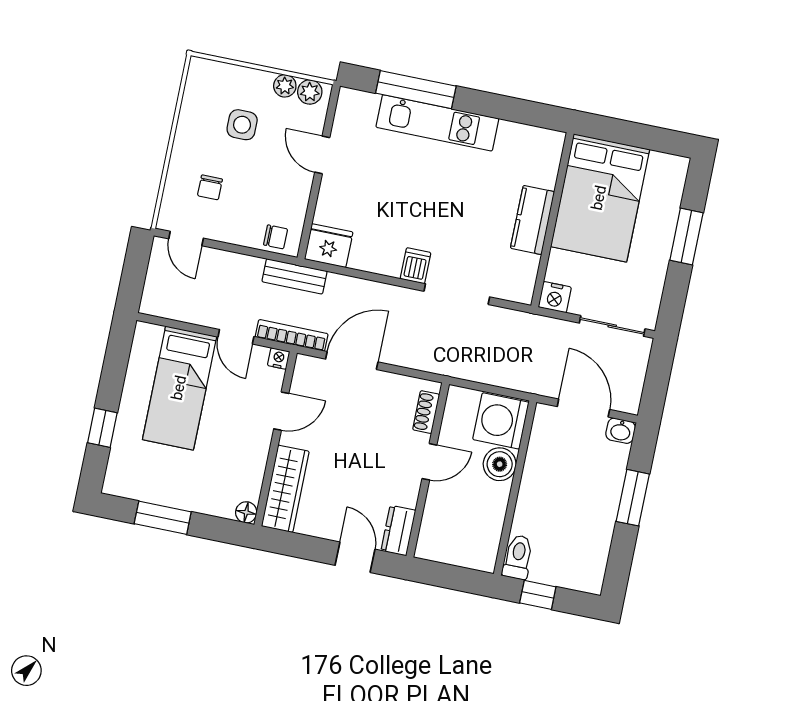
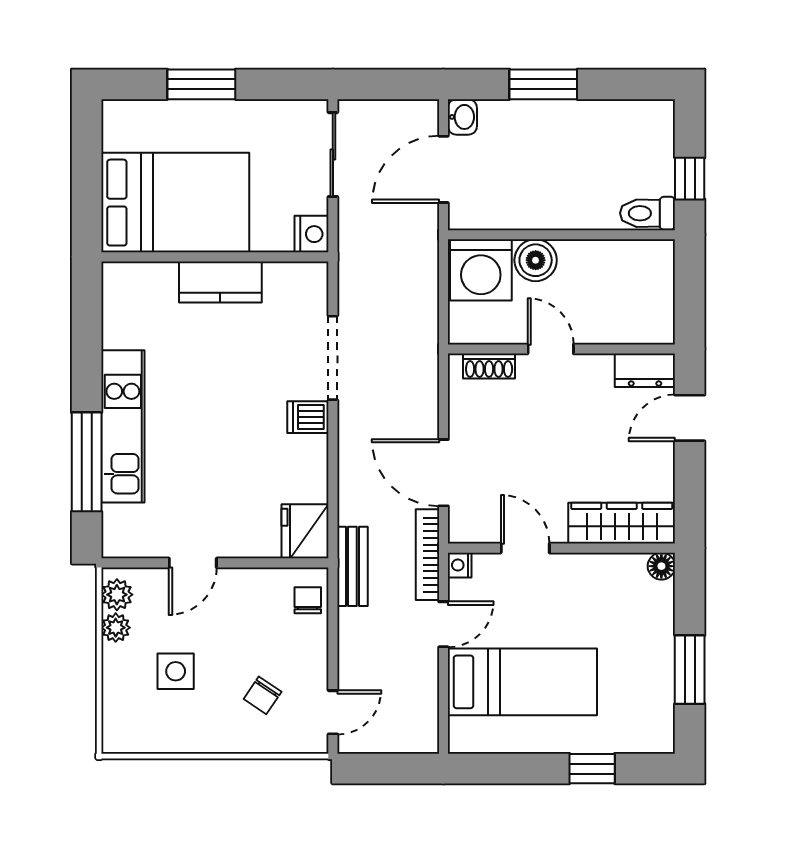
chair: (210, 187) -> (263, 695), turned 124

